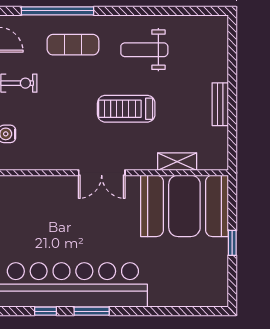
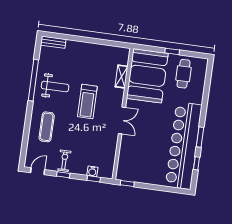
window: (58, 11) -> (33, 80), moved
weight bench: (144, 50) -> (55, 87), turned -90
bench: (220, 104) -> (53, 42), moved
cafe table: (197, 268) -> (184, 74), added

